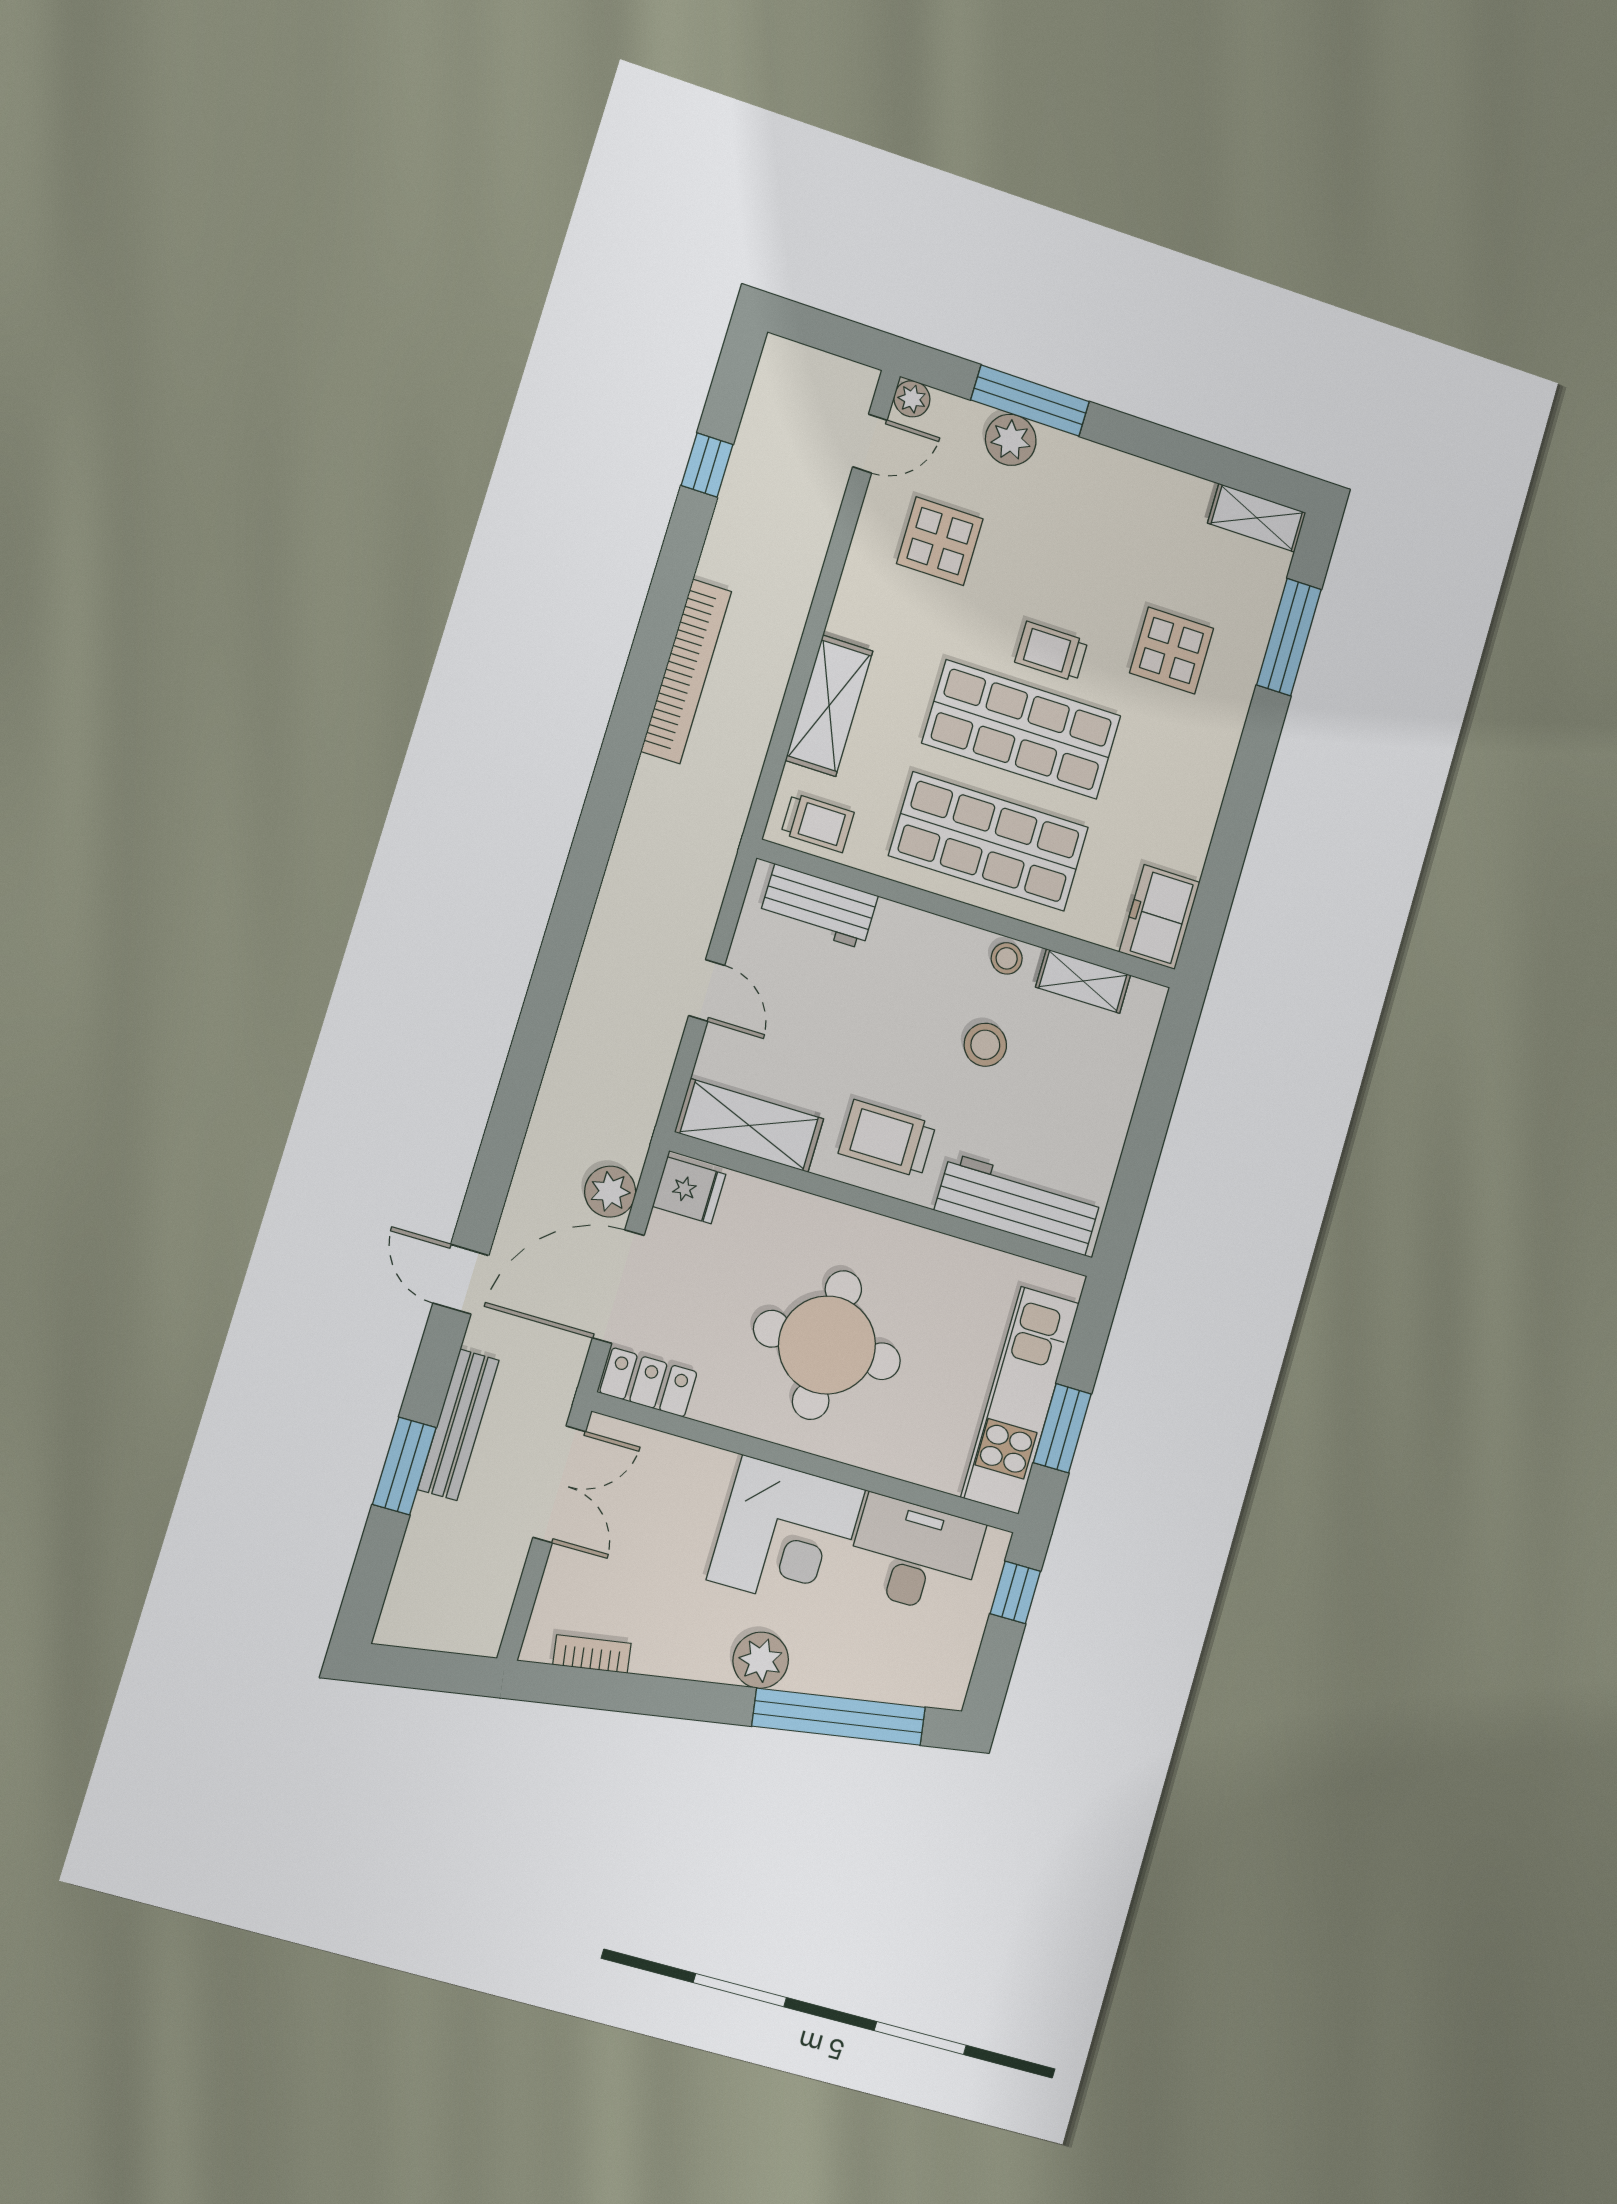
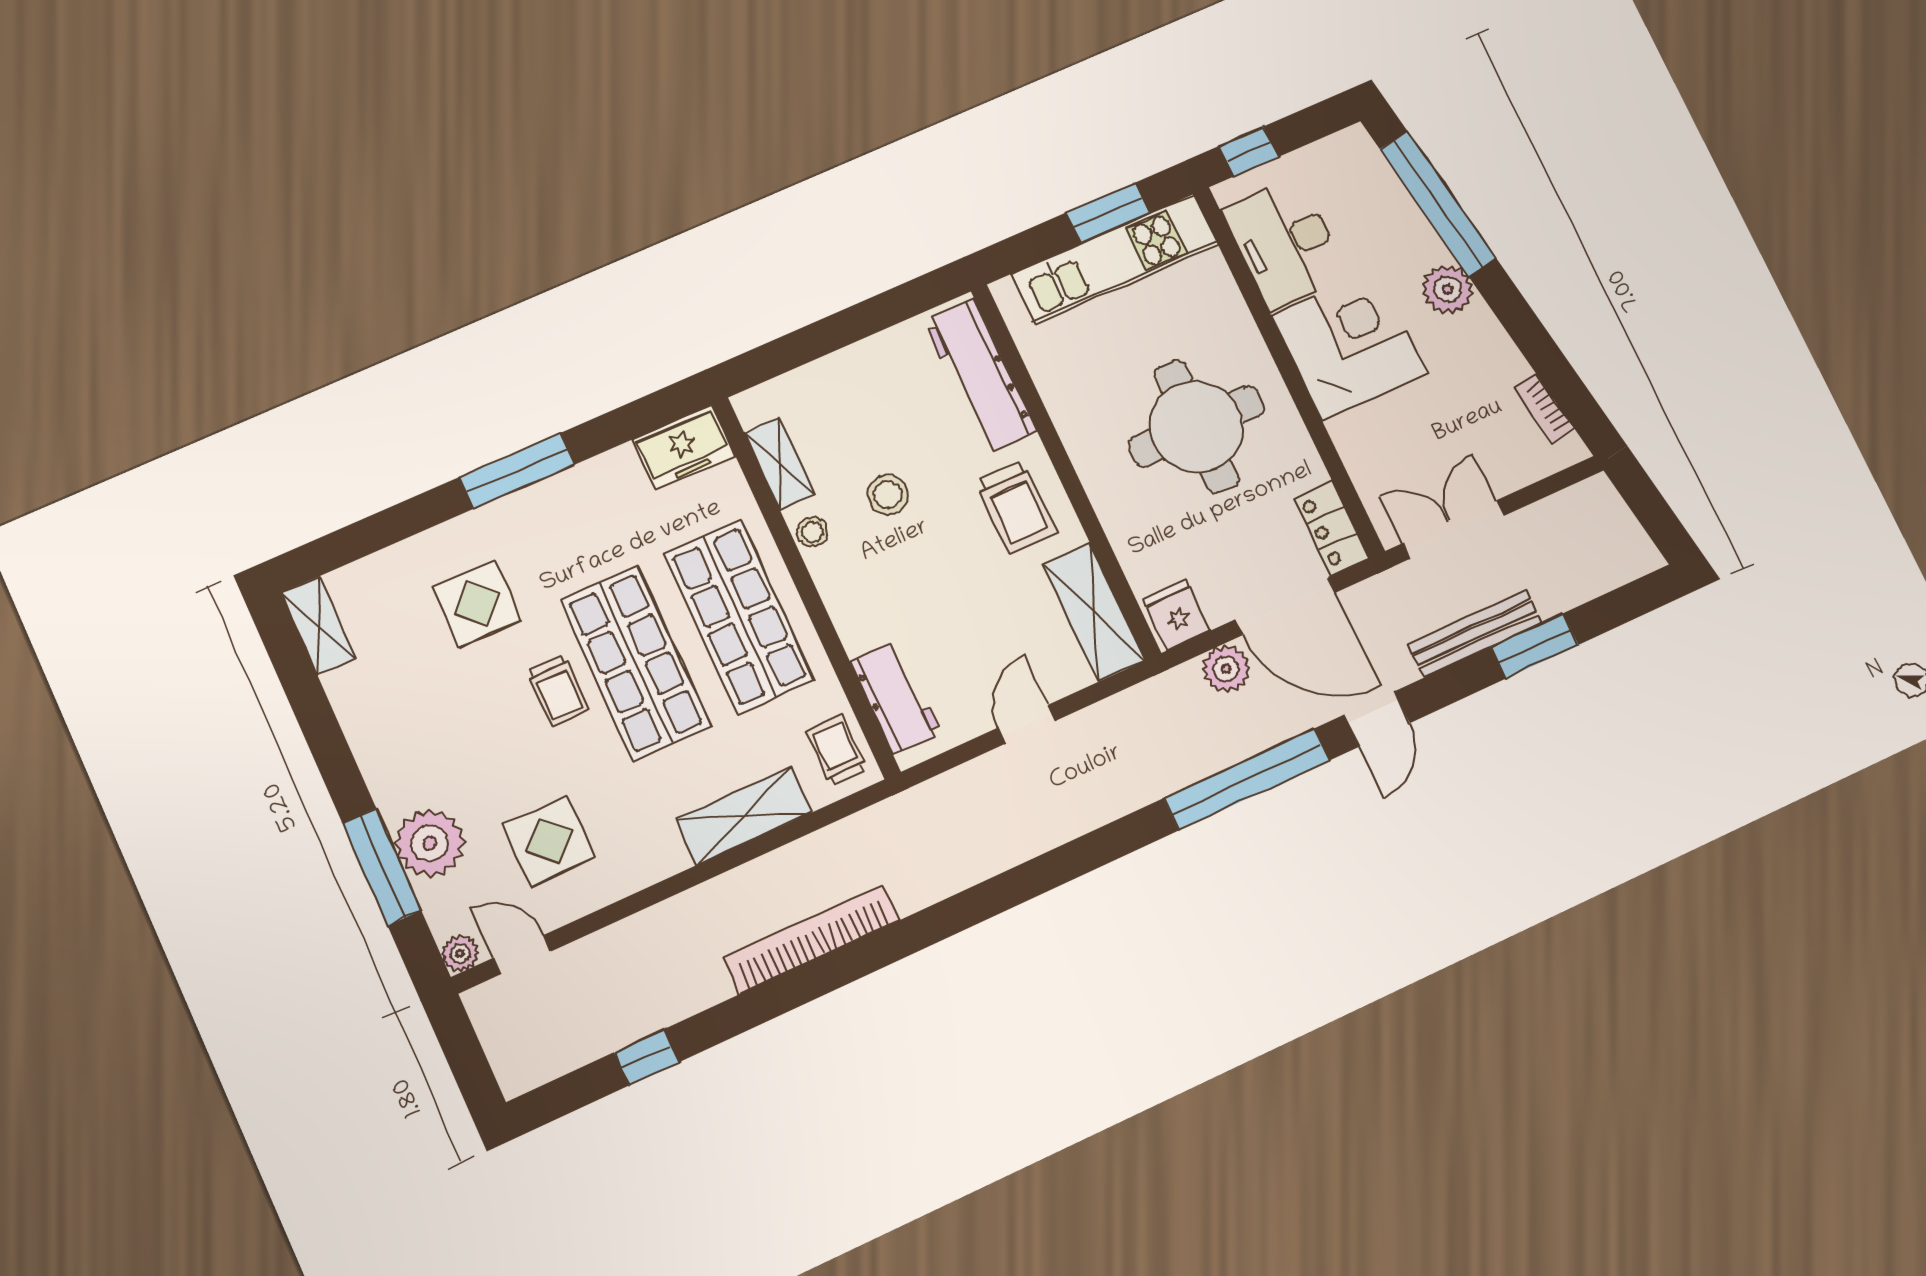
plant: (1011, 440) -> (430, 843), width x1.36, depth x1.36
window: (1289, 637) -> (517, 471), moved
window: (507, 1128) -> (1247, 779), added

